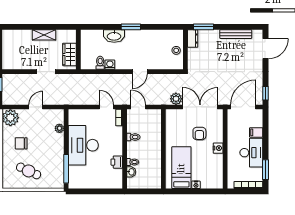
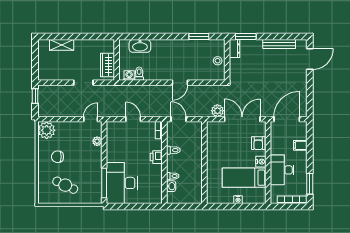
window: (131, 27) -> (199, 37), moved
shelving: (44, 35) -> (62, 45), moved
washbasin: (114, 36) -> (140, 46), moved
washing machine: (110, 65) -> (129, 76), moved
window: (265, 93) -> (310, 105), removed
door: (36, 107) -> (91, 119), moved
door: (106, 107) -> (133, 119), moved
armchair: (199, 133) -> (258, 143), moved
desk: (83, 145) -> (122, 183), moved
desk: (251, 153) -> (282, 170), moved, turned 180
printer: (117, 162) -> (156, 157), moved
bed: (181, 168) -> (244, 178), moved, turned -90

